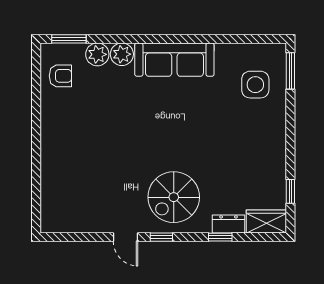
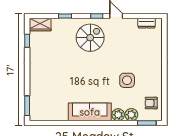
side table: (255, 85) -> (127, 80), moved
dresser: (228, 224) -> (147, 23), moved

